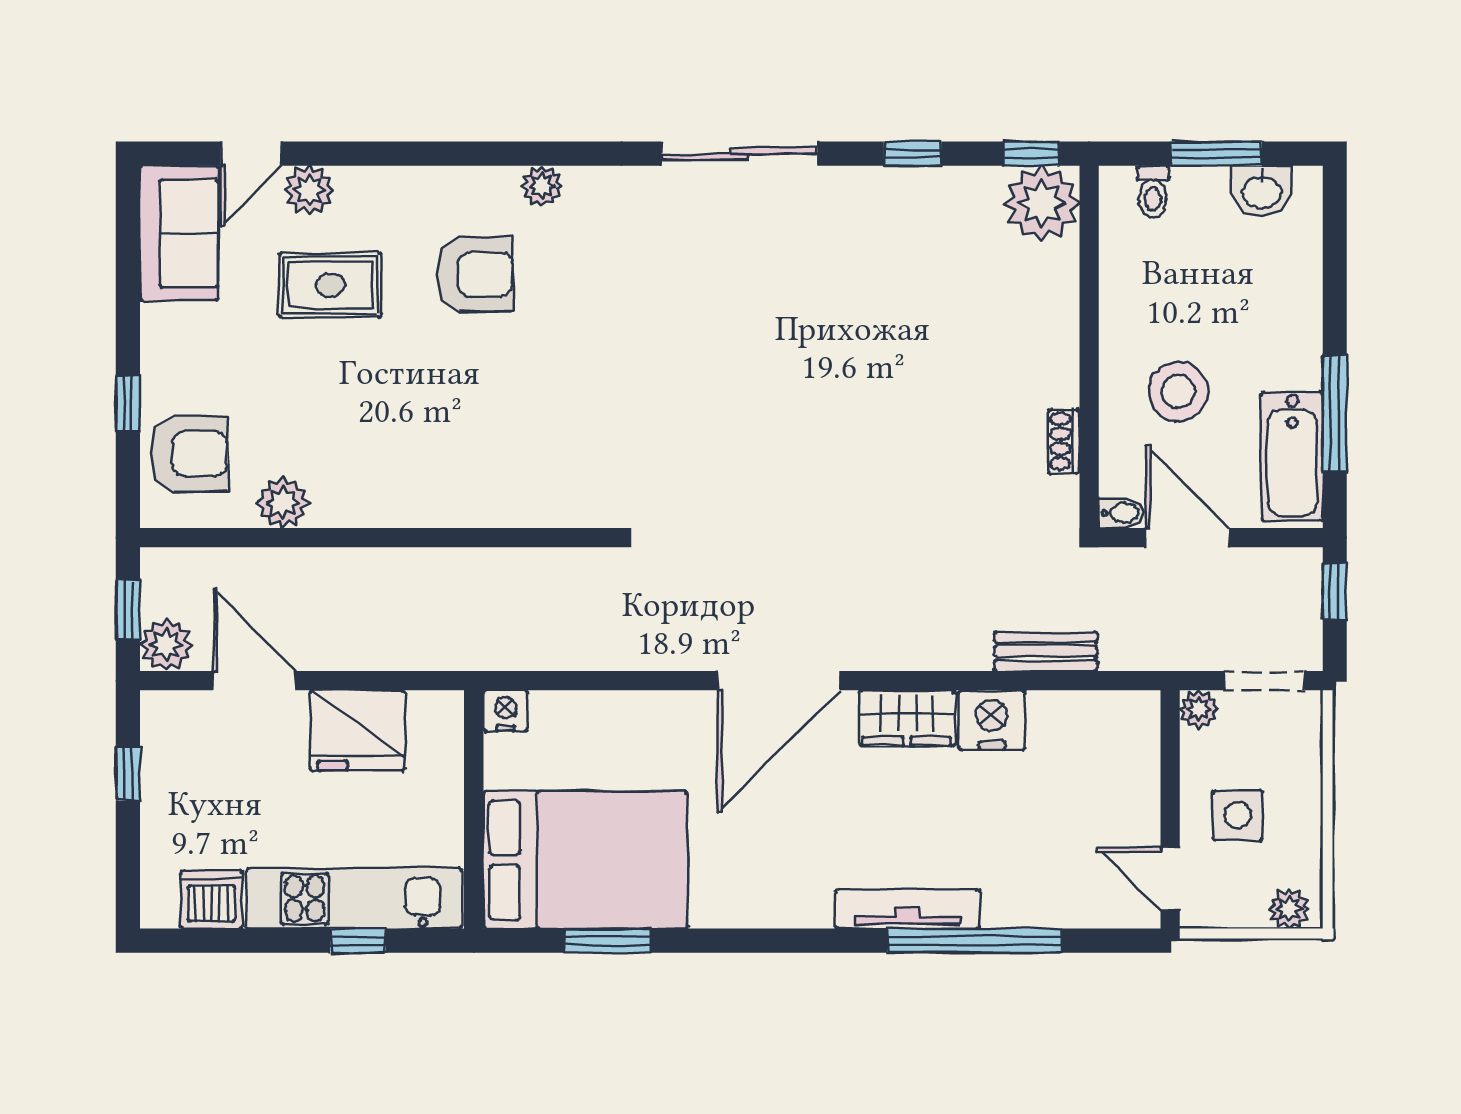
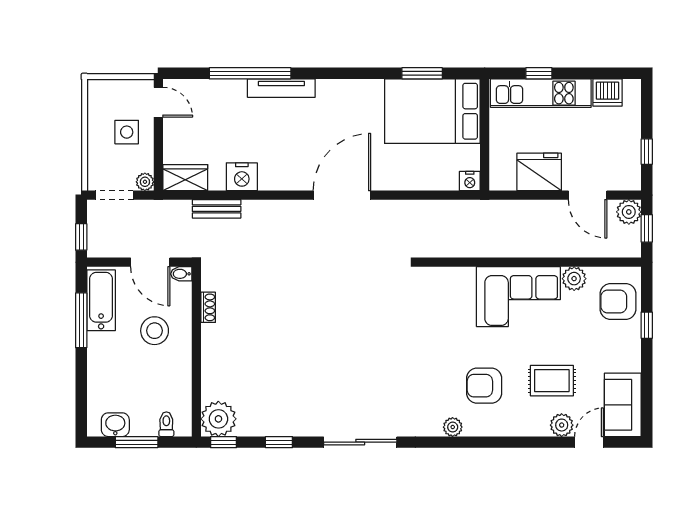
corner sofa: (402, 464) -> (518, 297), added
wardrobe: (907, 718) -> (185, 178), moved
plant: (1289, 909) -> (103, 88), removed

